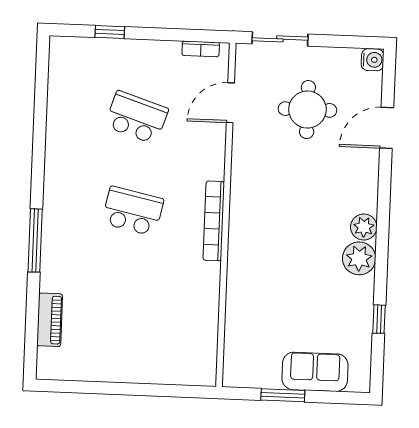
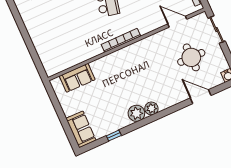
sofa: (242, 333) -> (77, 78), added
sofa: (315, 372) -> (81, 129), moved
window: (283, 395) -> (59, 110), removed

